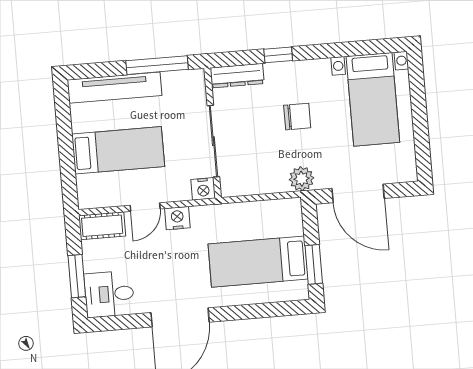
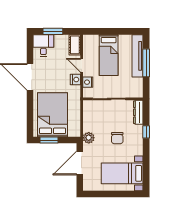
window: (157, 65) -> (146, 63), moved
nightstand: (203, 189) -> (88, 82), moved
bed: (258, 262) -> (53, 115), width x1.50

